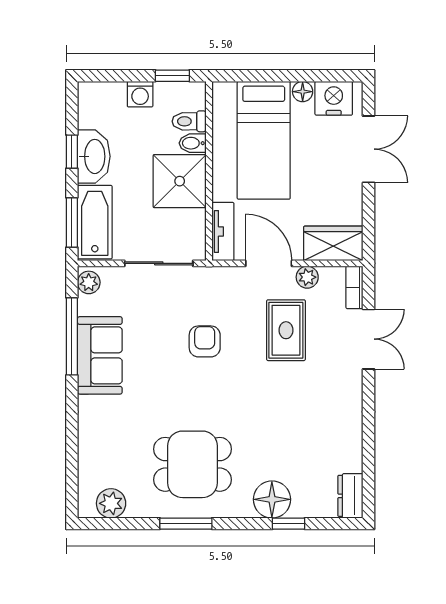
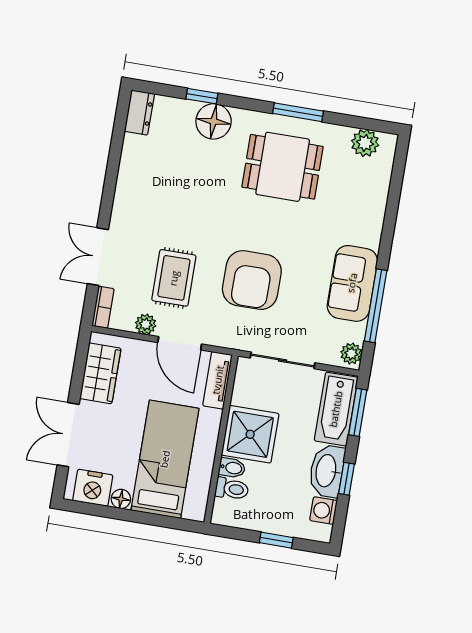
window: (172, 76) -> (276, 540), moved
washing machine: (140, 94) -> (324, 511), moved, turned -90
wardrobe: (333, 243) -> (100, 373), moved, turned -90
armchair: (205, 341) -> (252, 280), width x1.88, depth x1.88

